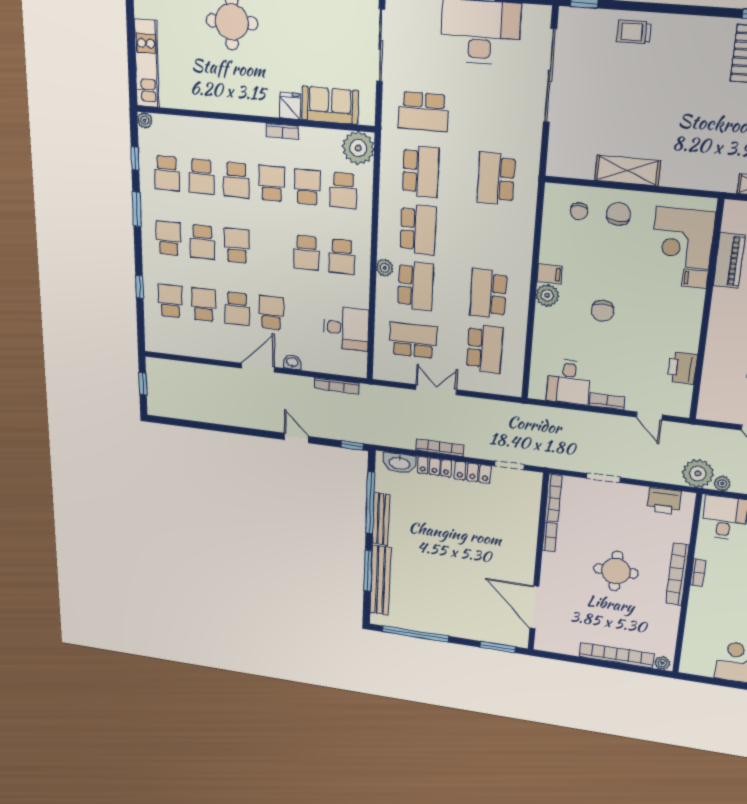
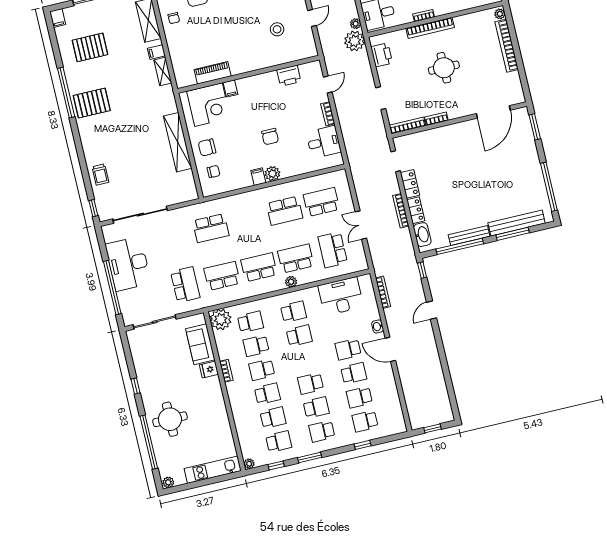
shelving: (627, 171) -> (178, 142), width x1.47
chair: (603, 311) -> (270, 137), turned 90
desk: (346, 328) -> (341, 296), width x1.37

